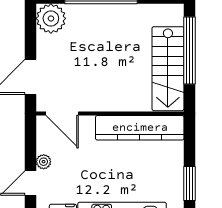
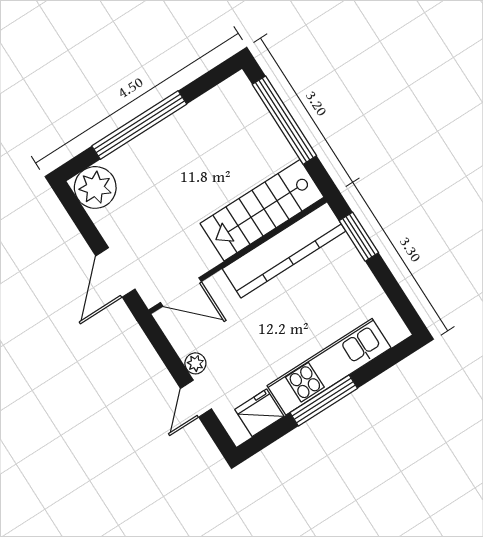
stairs: (168, 69) -> (262, 210), moved, turned 90
window: (189, 183) -> (359, 237), moved

